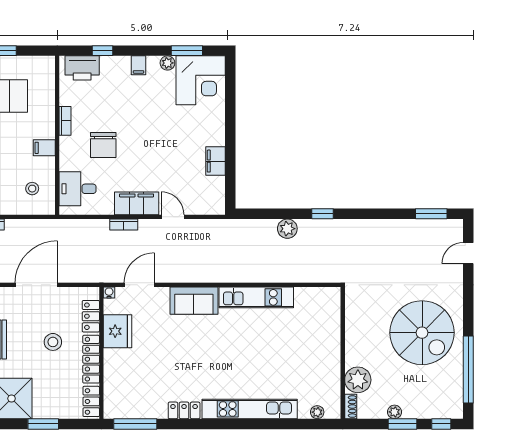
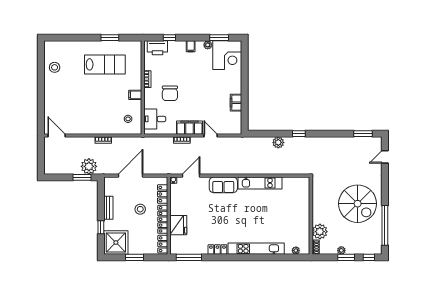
fridge: (117, 331) -> (178, 225), moved

